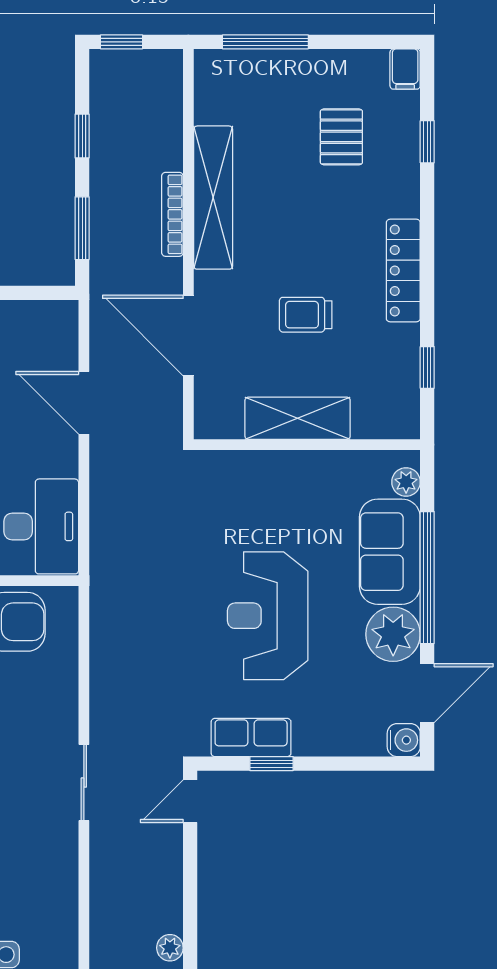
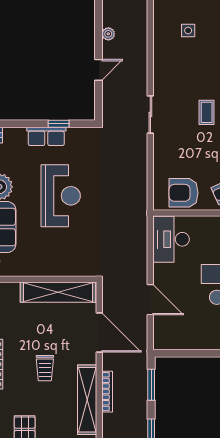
trolley: (306, 315) -> (45, 368), moved, turned 90
shelving: (298, 418) -> (58, 292), width x1.47
row of seats: (251, 738) -> (46, 136), moved
door: (190, 801) -> (98, 70), moved

